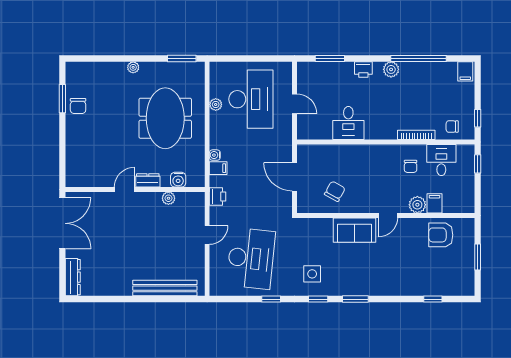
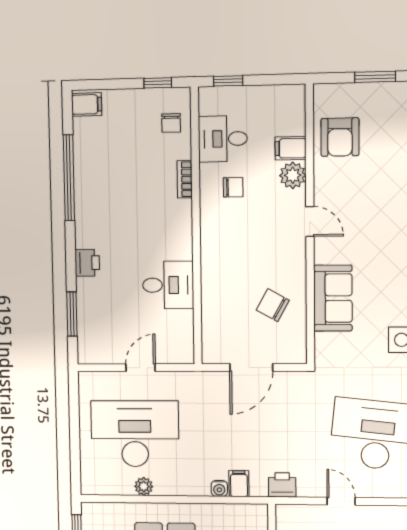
plant: (391, 69) -> (86, 220), removed
bookcase: (416, 135) -> (185, 179), width x0.64
sofa: (354, 230) -> (333, 298), moved

